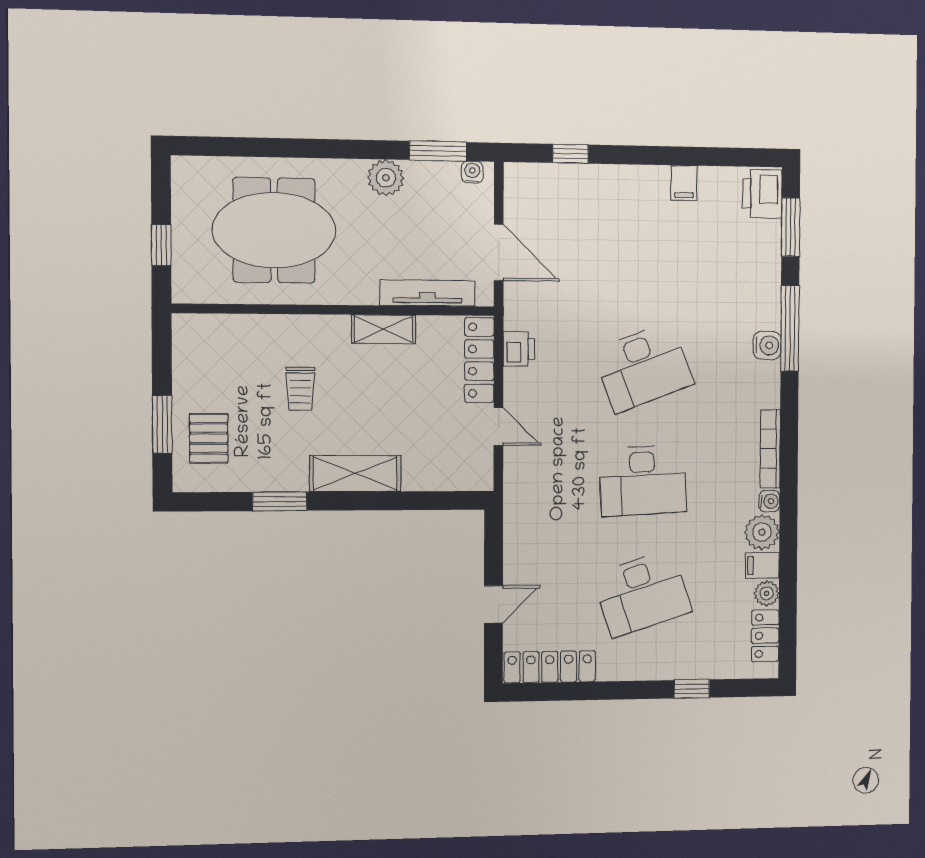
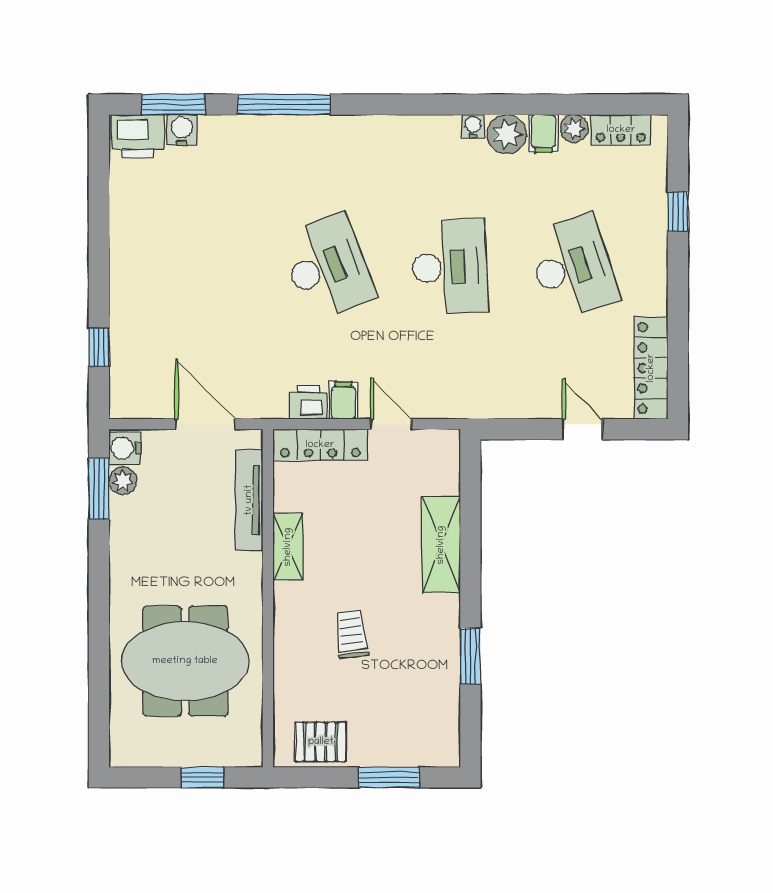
water cooler: (472, 172) -> (125, 448), width x1.38, depth x1.38
plant: (386, 178) -> (123, 481), moved, width x0.73, depth x0.73
filing cabinet: (684, 183) -> (343, 400), moved, turned -90
meeting table: (274, 230) -> (185, 661), turned 90
door: (499, 252) -> (205, 424), hinge flipped
water cooler: (767, 345) -> (182, 130), moved
trolley: (300, 389) -> (351, 634), turned -97
door: (498, 426) -> (391, 424), hinge flipped
pallet: (209, 438) -> (321, 742), moved
bookcase: (770, 449) -> (416, 126), removed
shelving: (355, 474) -> (441, 545), moved

